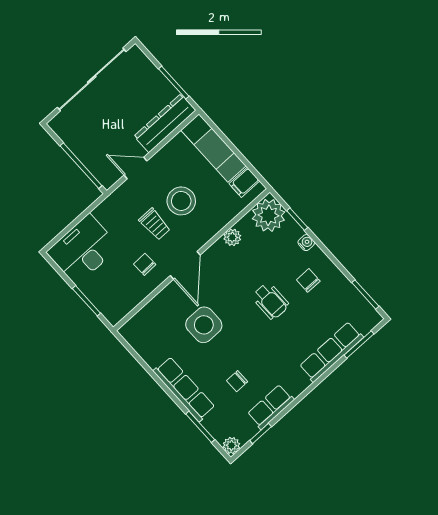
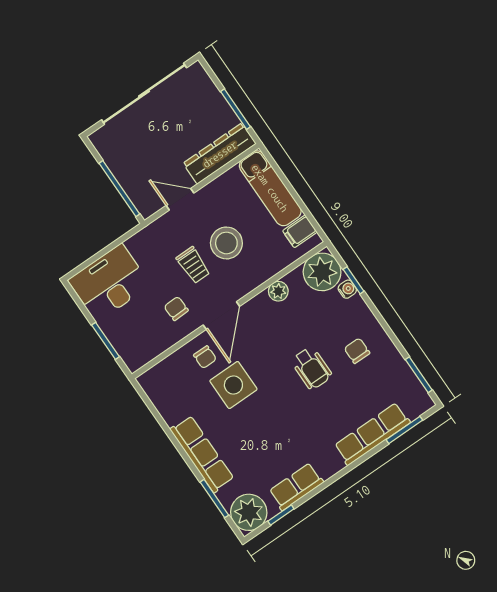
water cooler: (306, 243) -> (347, 289), moved
chair: (237, 381) -> (205, 357), moved, turned -90
plant: (231, 445) -> (249, 512), width x1.88, depth x1.88

